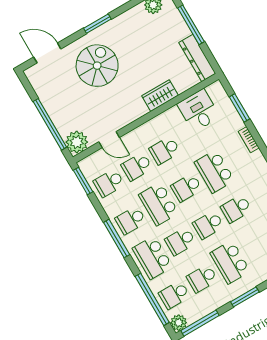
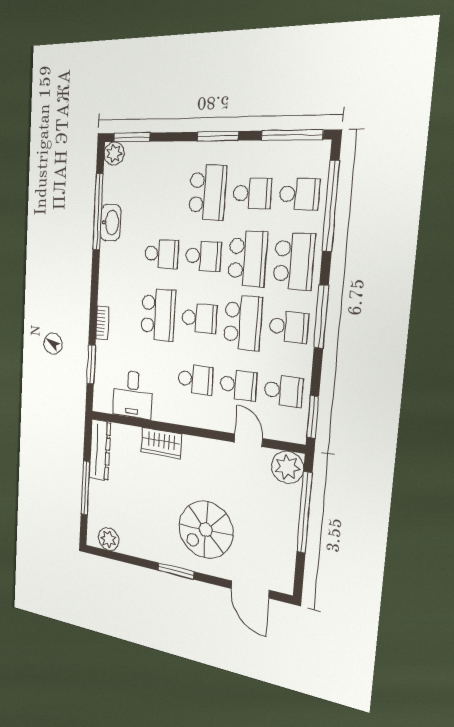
school desk: (180, 241) -> (247, 259), width x1.85
plant: (179, 323) -> (318, 153), removed

